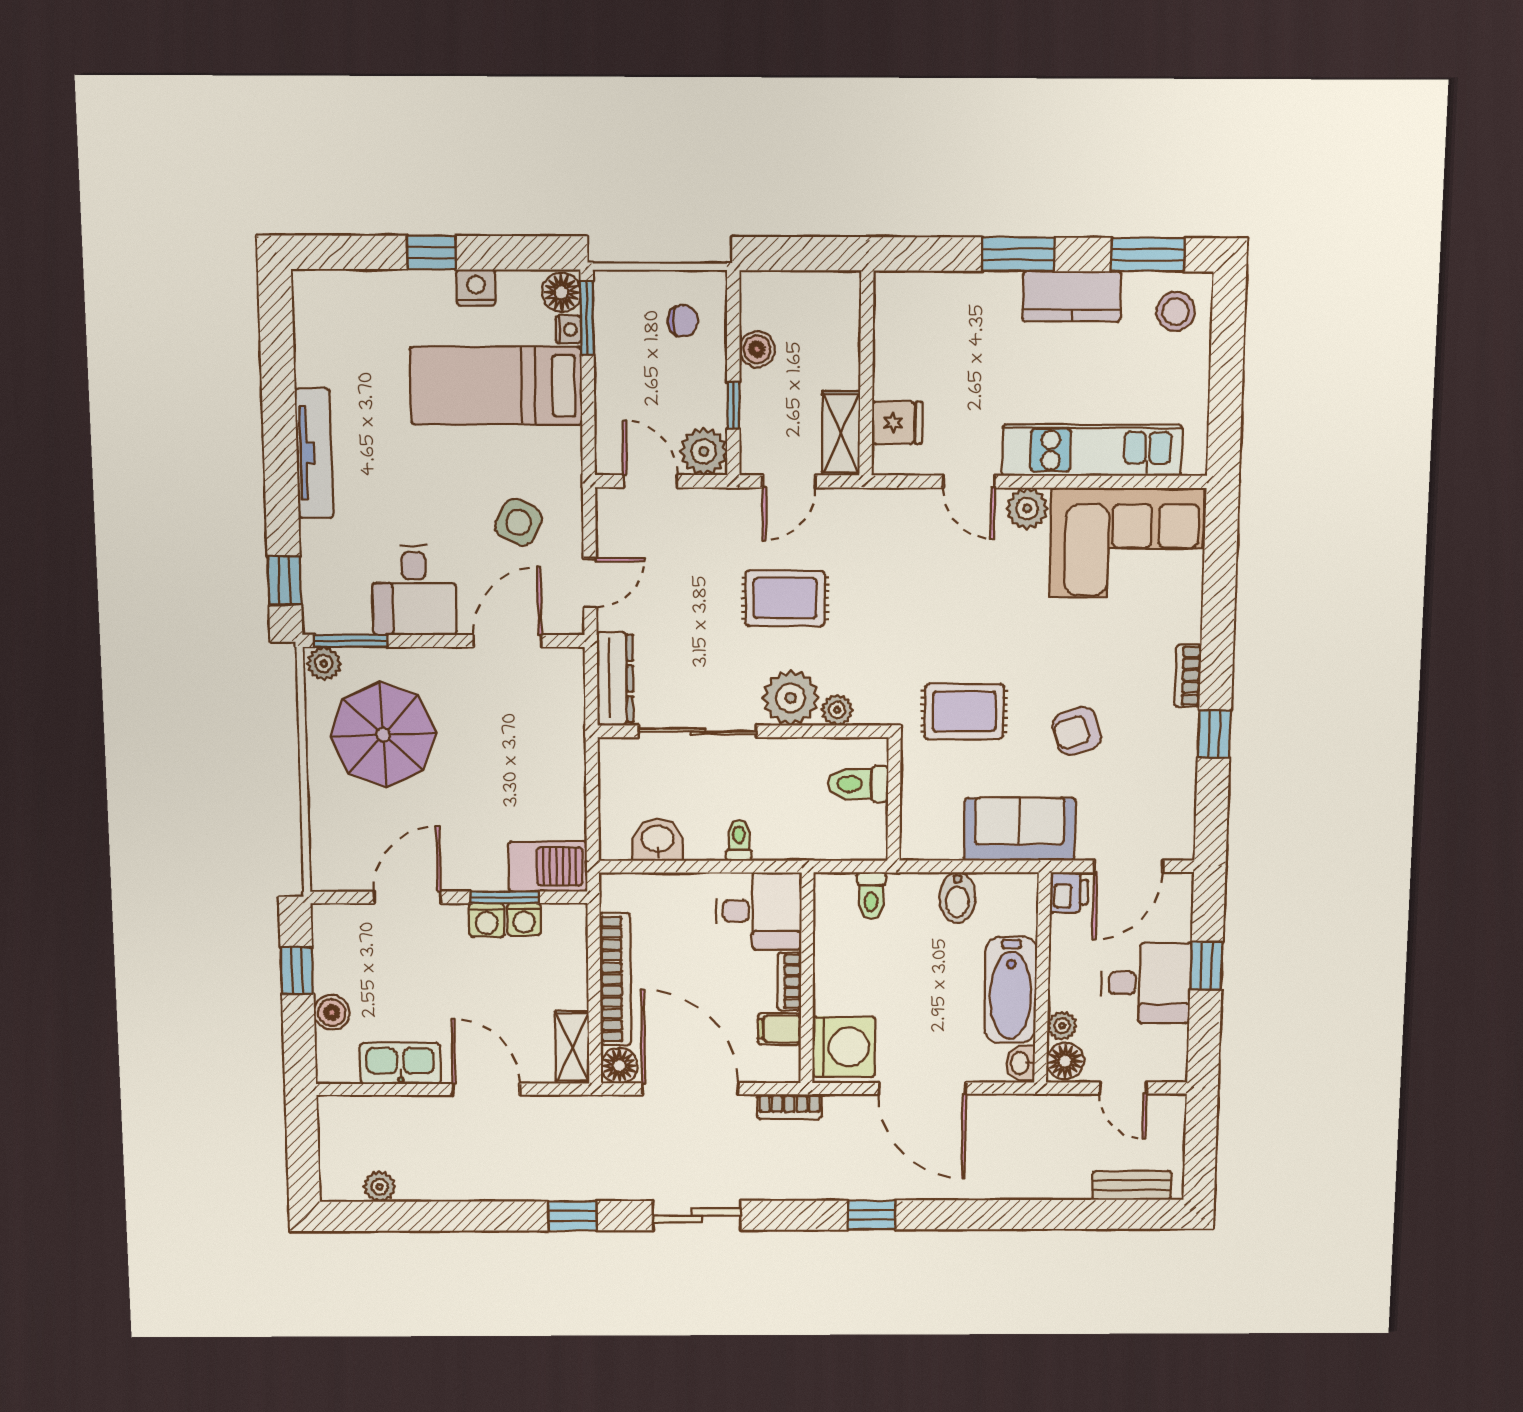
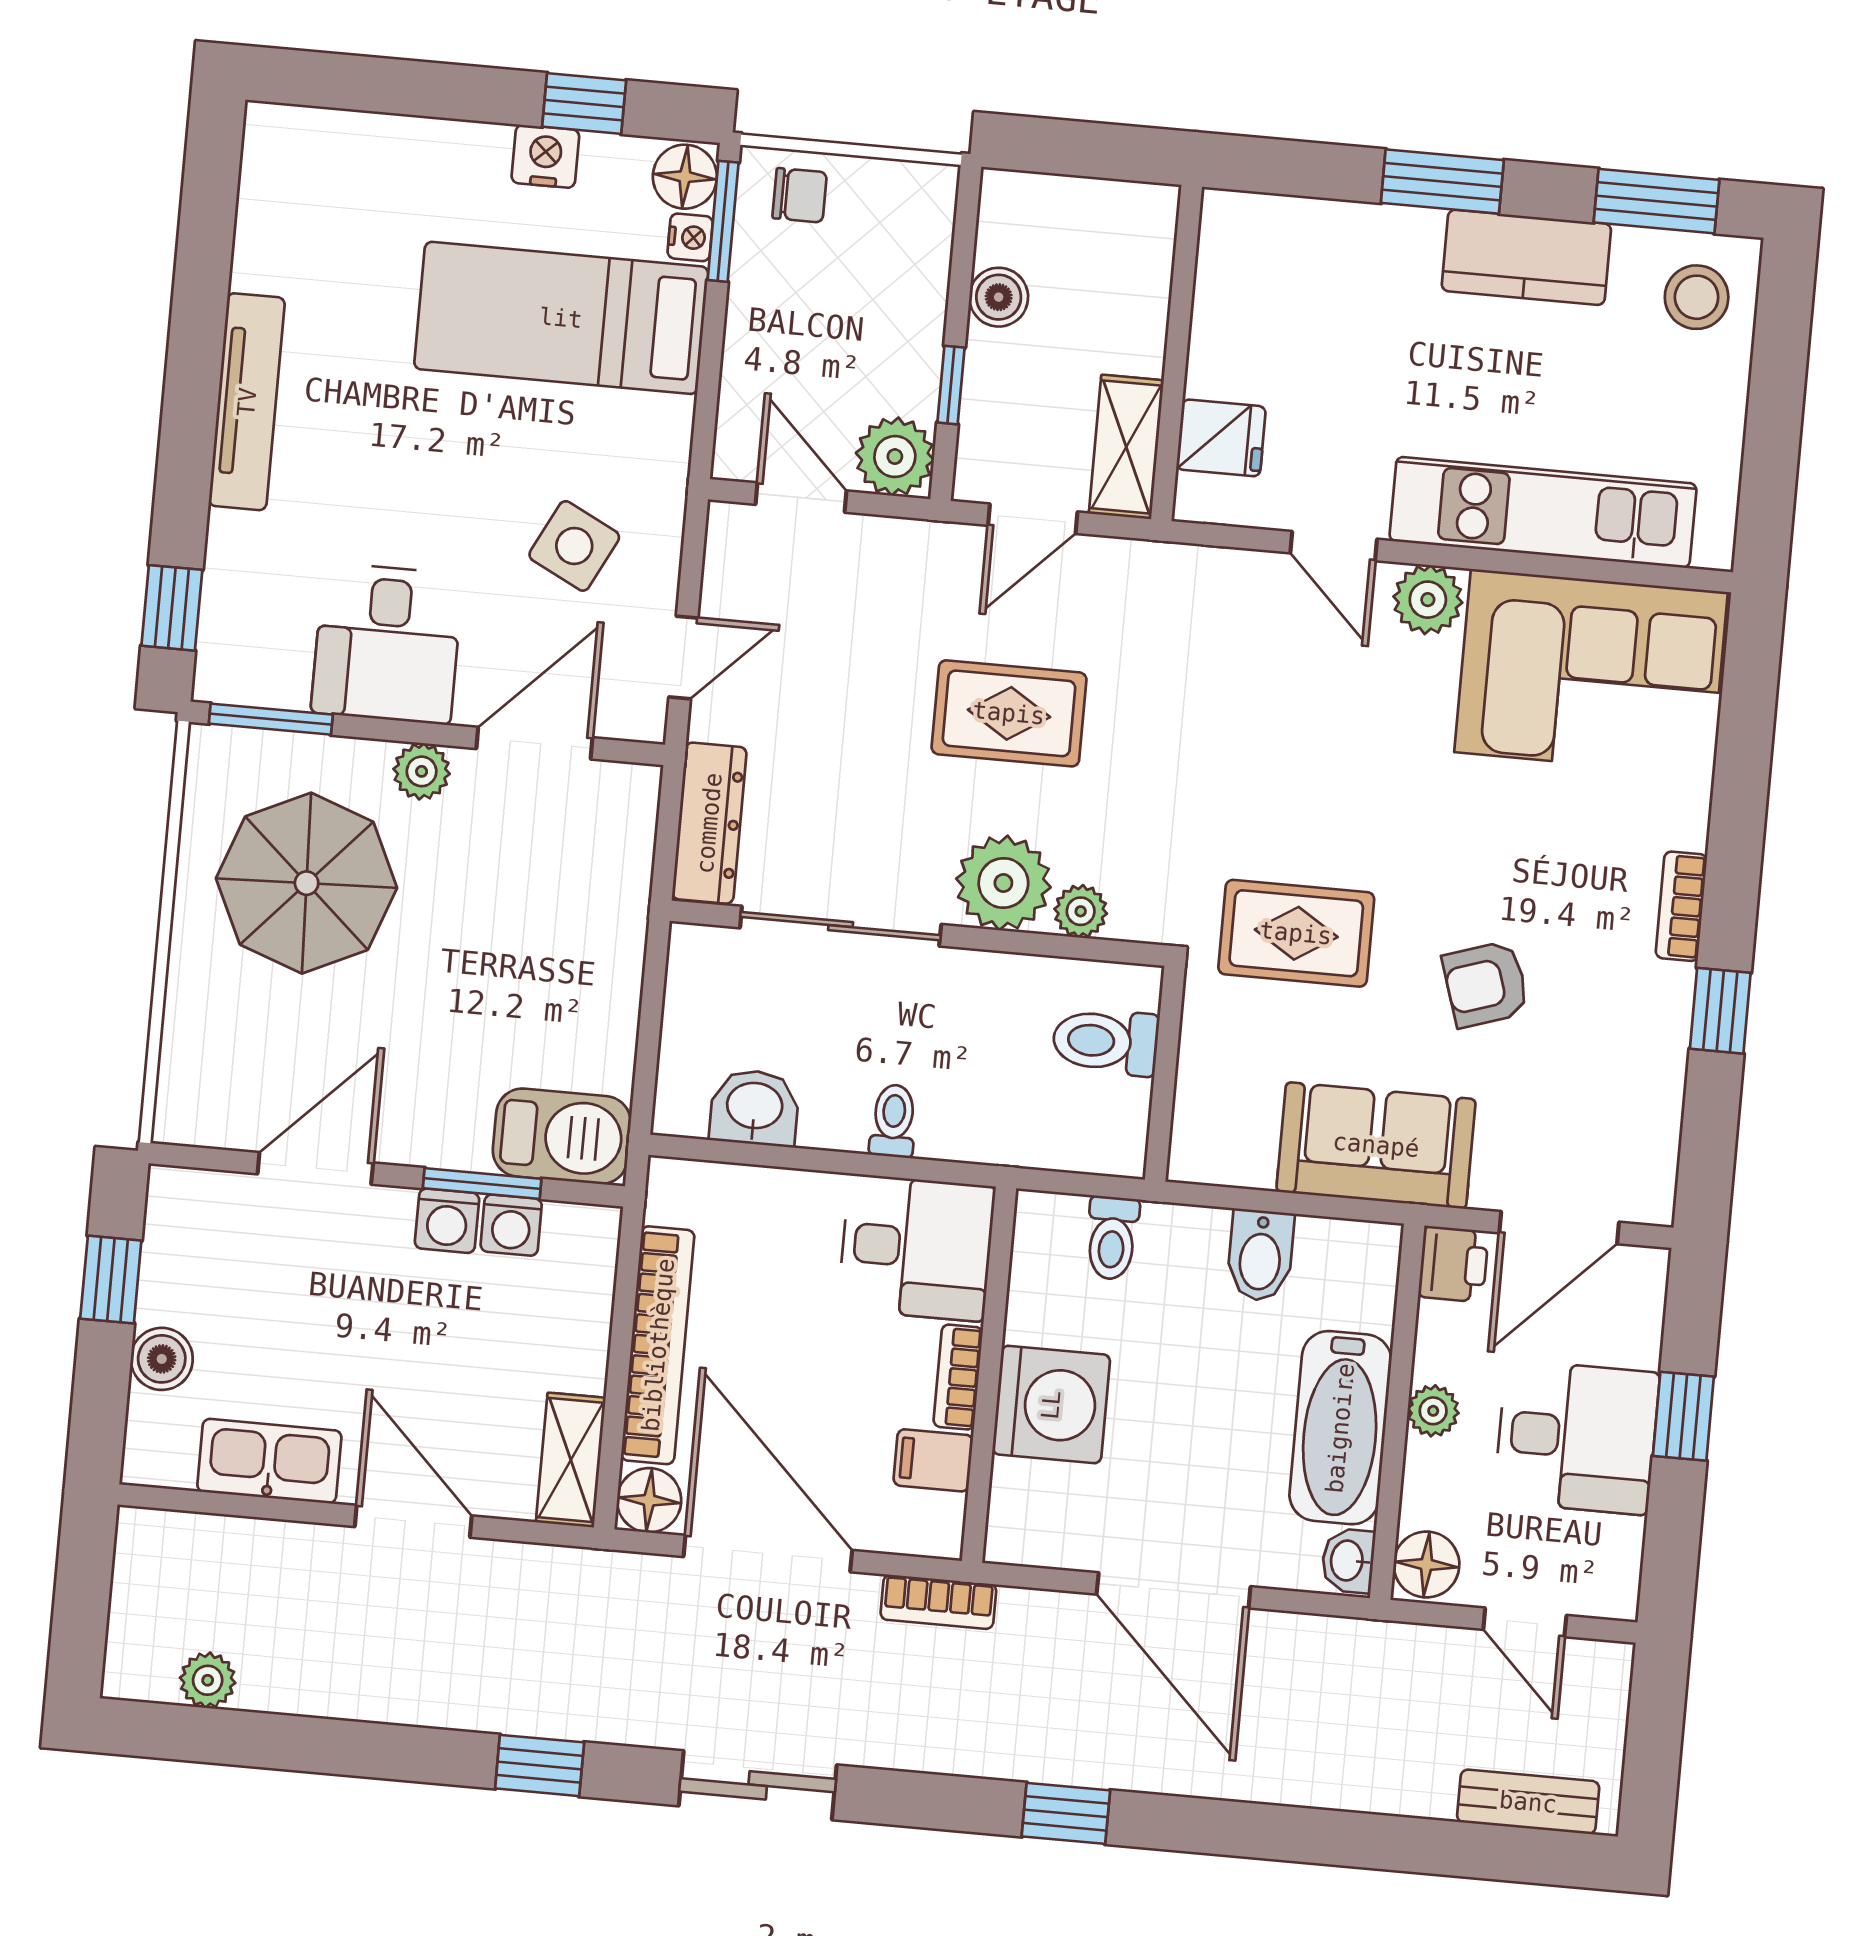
window: (431, 253) -> (584, 104), moved
chair: (683, 321) -> (800, 195), moved
plant: (324, 663) -> (422, 771), moved
plant: (1062, 1026) -> (1433, 1411), moved
washing machine: (844, 1047) -> (1051, 1405), moved

